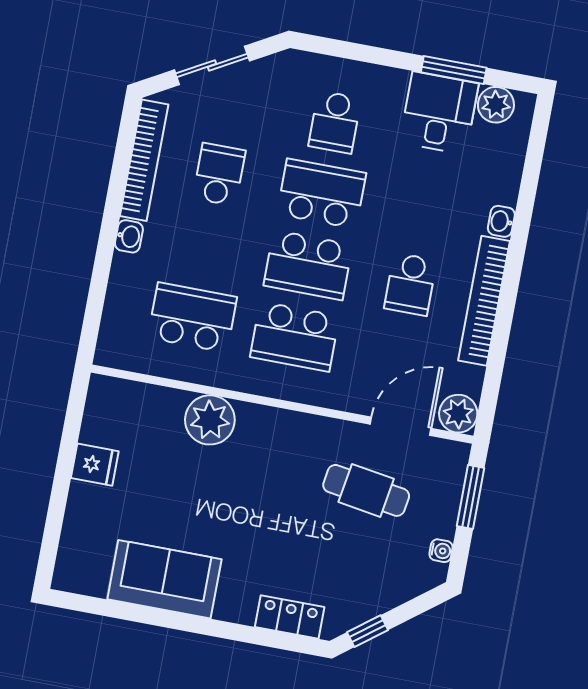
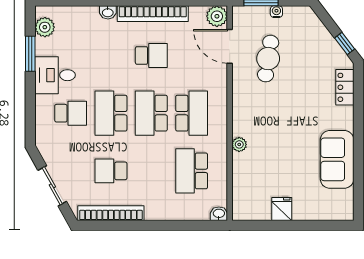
desk: (439, 113) -> (55, 75), moved
washbasin: (129, 236) -> (219, 214), moved
school desk: (308, 265) -> (151, 113), turned 180
plant: (210, 420) -> (239, 144), width x0.53, depth x0.53
water cooler: (441, 551) -> (276, 12), moved

